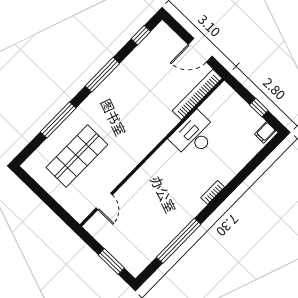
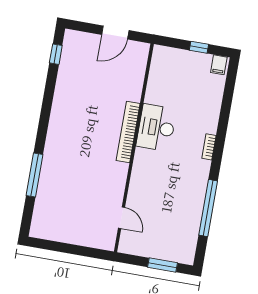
window: (102, 75) -> (46, 110), removed
bookcase: (197, 95) -> (128, 132), moved
desk: (194, 135) -> (156, 128), moved
shop shelf: (77, 156) -> (72, 195), removed

